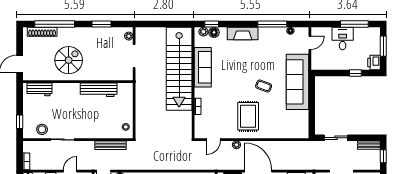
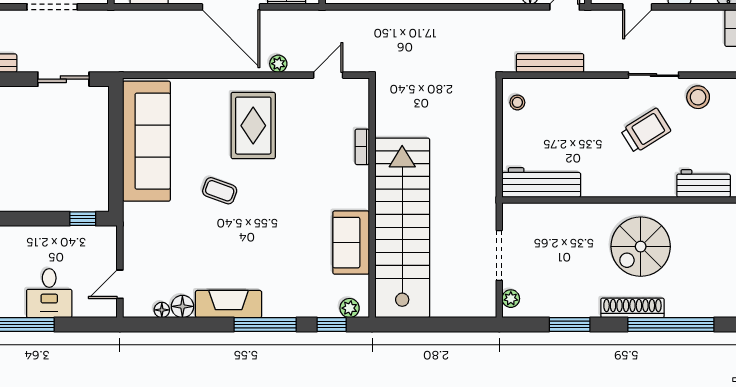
window: (272, 24) -> (265, 324), moved
shoe rack: (42, 32) -> (632, 308), moved
floor lamp: (214, 32) -> (182, 306), moved
fireplace: (243, 34) -> (229, 304), moved
sofa: (203, 67) -> (351, 243), width x0.73
window: (355, 73) -> (83, 219), moved
sofa: (298, 82) -> (146, 141), moved
workbench: (99, 90) -> (541, 183), moved
trolley: (66, 114) -> (646, 131), added

